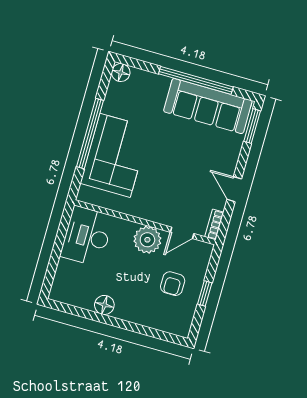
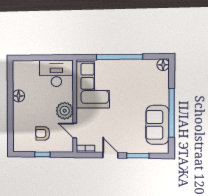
sofa: (208, 106) -> (157, 125), width x0.73
window: (252, 126) -> (138, 156), moved
corner sofa: (115, 155) -> (93, 85), moved, turned -90
door: (234, 189) -> (110, 155), hinge flipped

